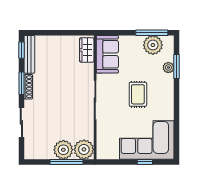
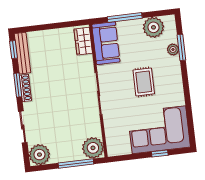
window: (152, 33) -> (125, 18), moved
plant: (63, 150) -> (39, 155), moved

